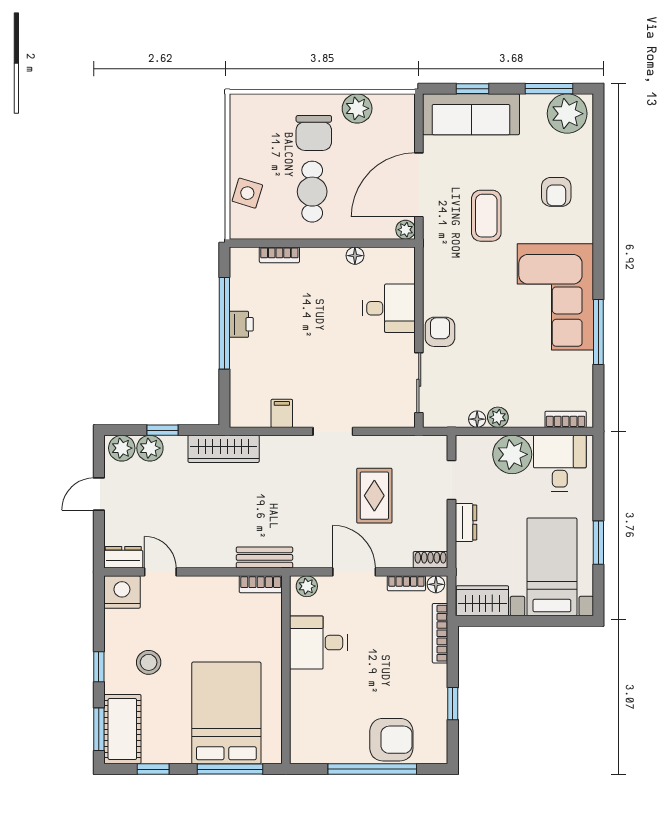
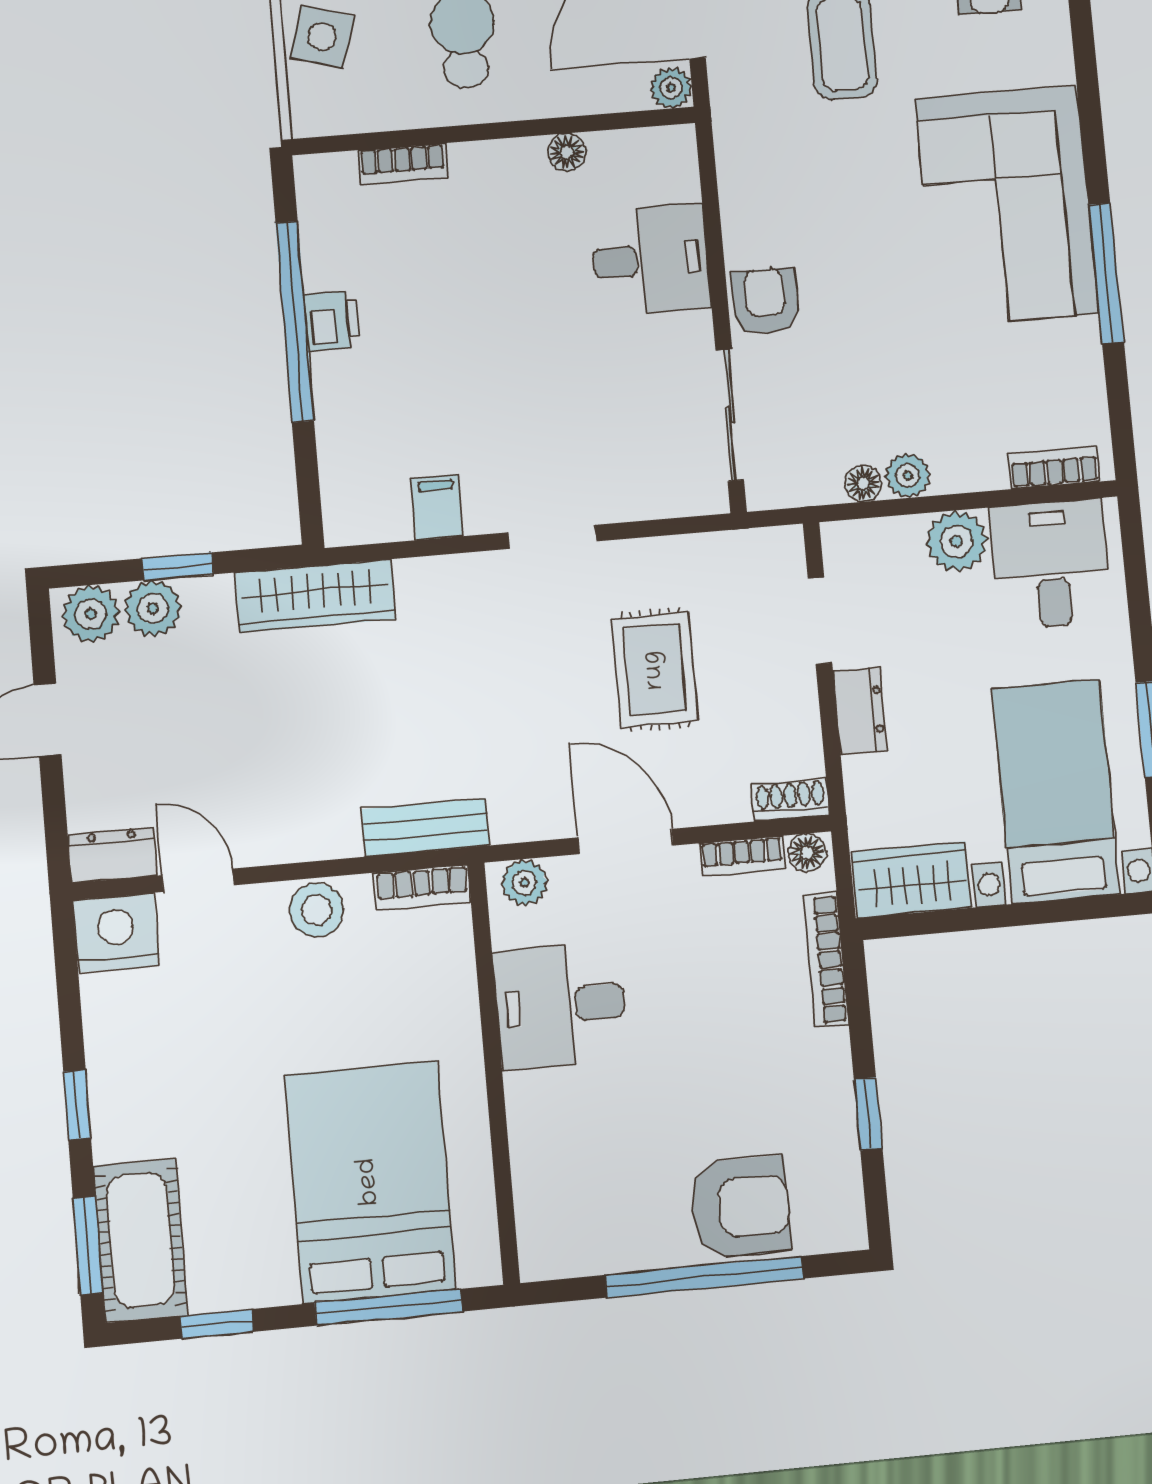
plant: (512, 454) -> (956, 541), width x0.73, depth x0.73
stool: (149, 662) -> (317, 910), moved

